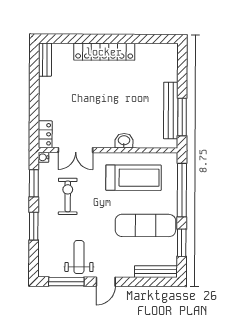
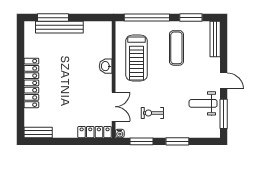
bench: (171, 110) -> (59, 27), moved
window: (182, 117) -> (53, 18), moved
locker: (45, 134) -> (95, 132), width x1.53
treadmill: (134, 178) -> (137, 58), turned 180
exercise bike: (68, 196) -> (152, 113), width x0.73, depth x0.72
exercise mat: (145, 225) -> (176, 48), width x0.73, depth x0.69

